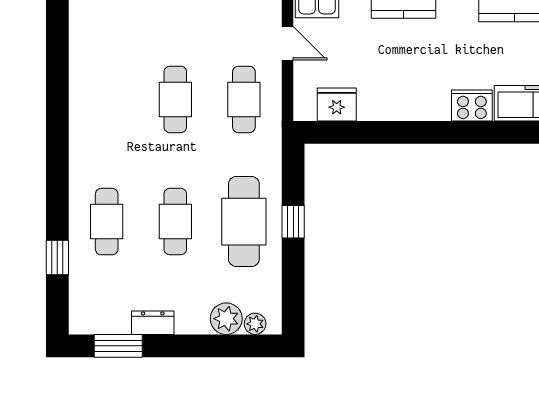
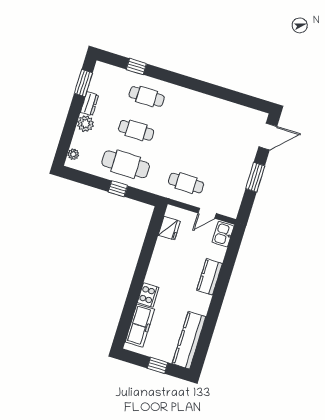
cafe table: (175, 99) -> (197, 149), removed
plant: (226, 319) -> (85, 124), moved

